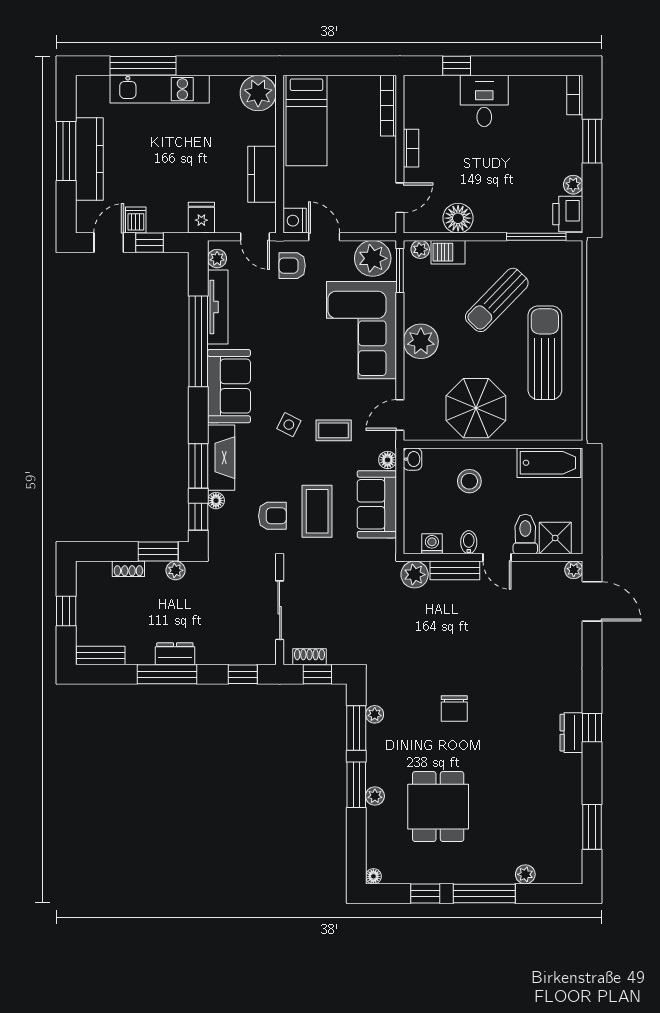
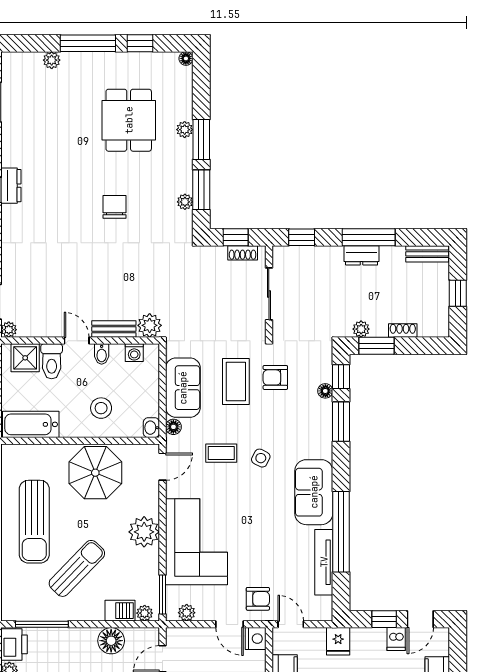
plant: (373, 258) -> (187, 613), width x0.53, depth x0.53
plant: (217, 259) -> (324, 605), removed
fireplace: (221, 458) -> (321, 429), removed

